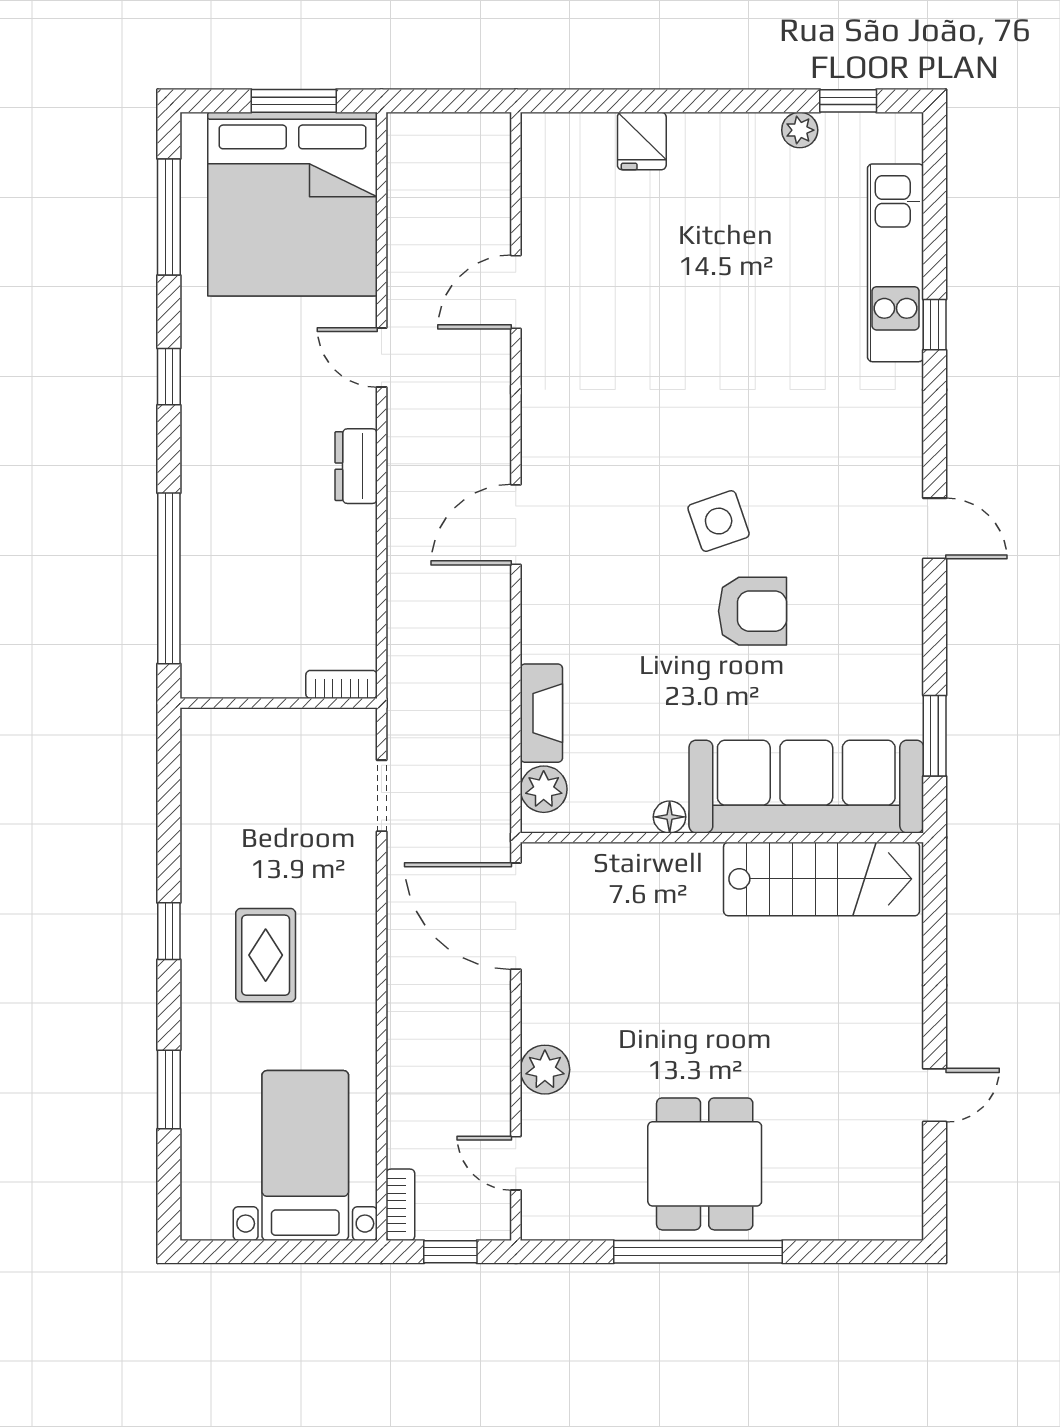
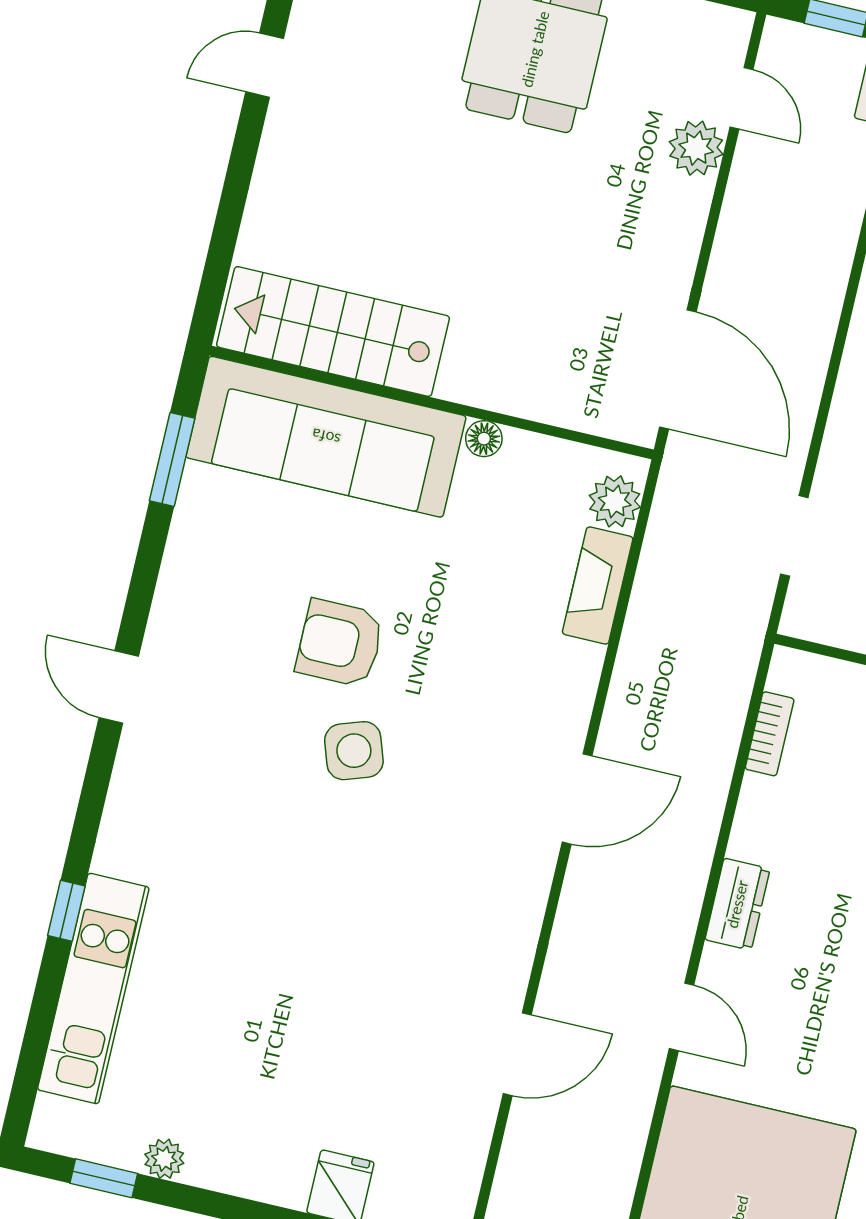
bookcase: (342, 684) -> (770, 734), moved, turned -90
plant: (545, 1070) -> (696, 148), moved

